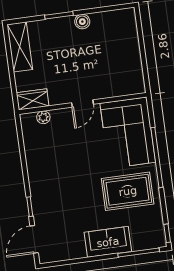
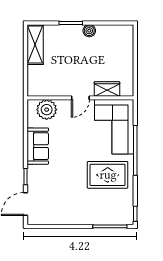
wardrobe: (33, 99) -> (107, 89), moved
plant: (43, 117) -> (47, 110), width x1.88, depth x1.88
sofa: (108, 242) -> (38, 146), moved, turned 90

